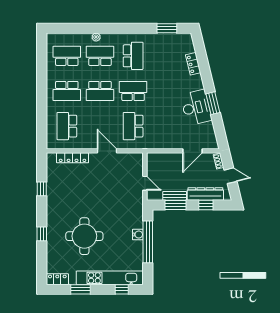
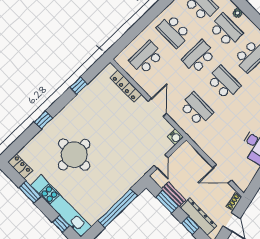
school desk: (100, 91) -> (199, 57), turned 90
school desk: (133, 126) -> (196, 109), turned 90
water cooler: (138, 235) -> (175, 137), moved

